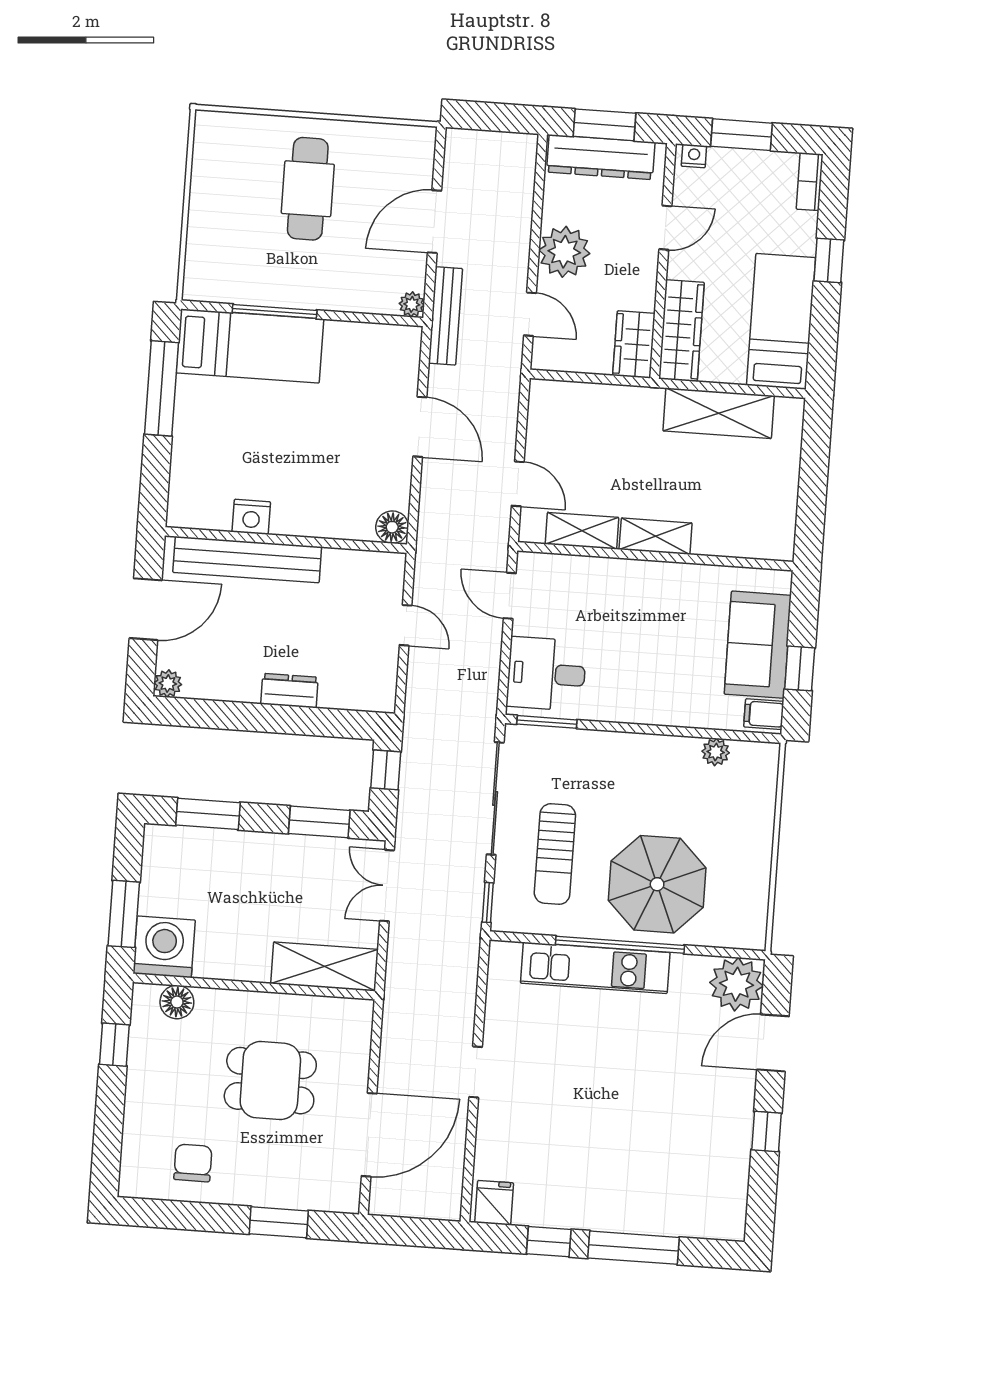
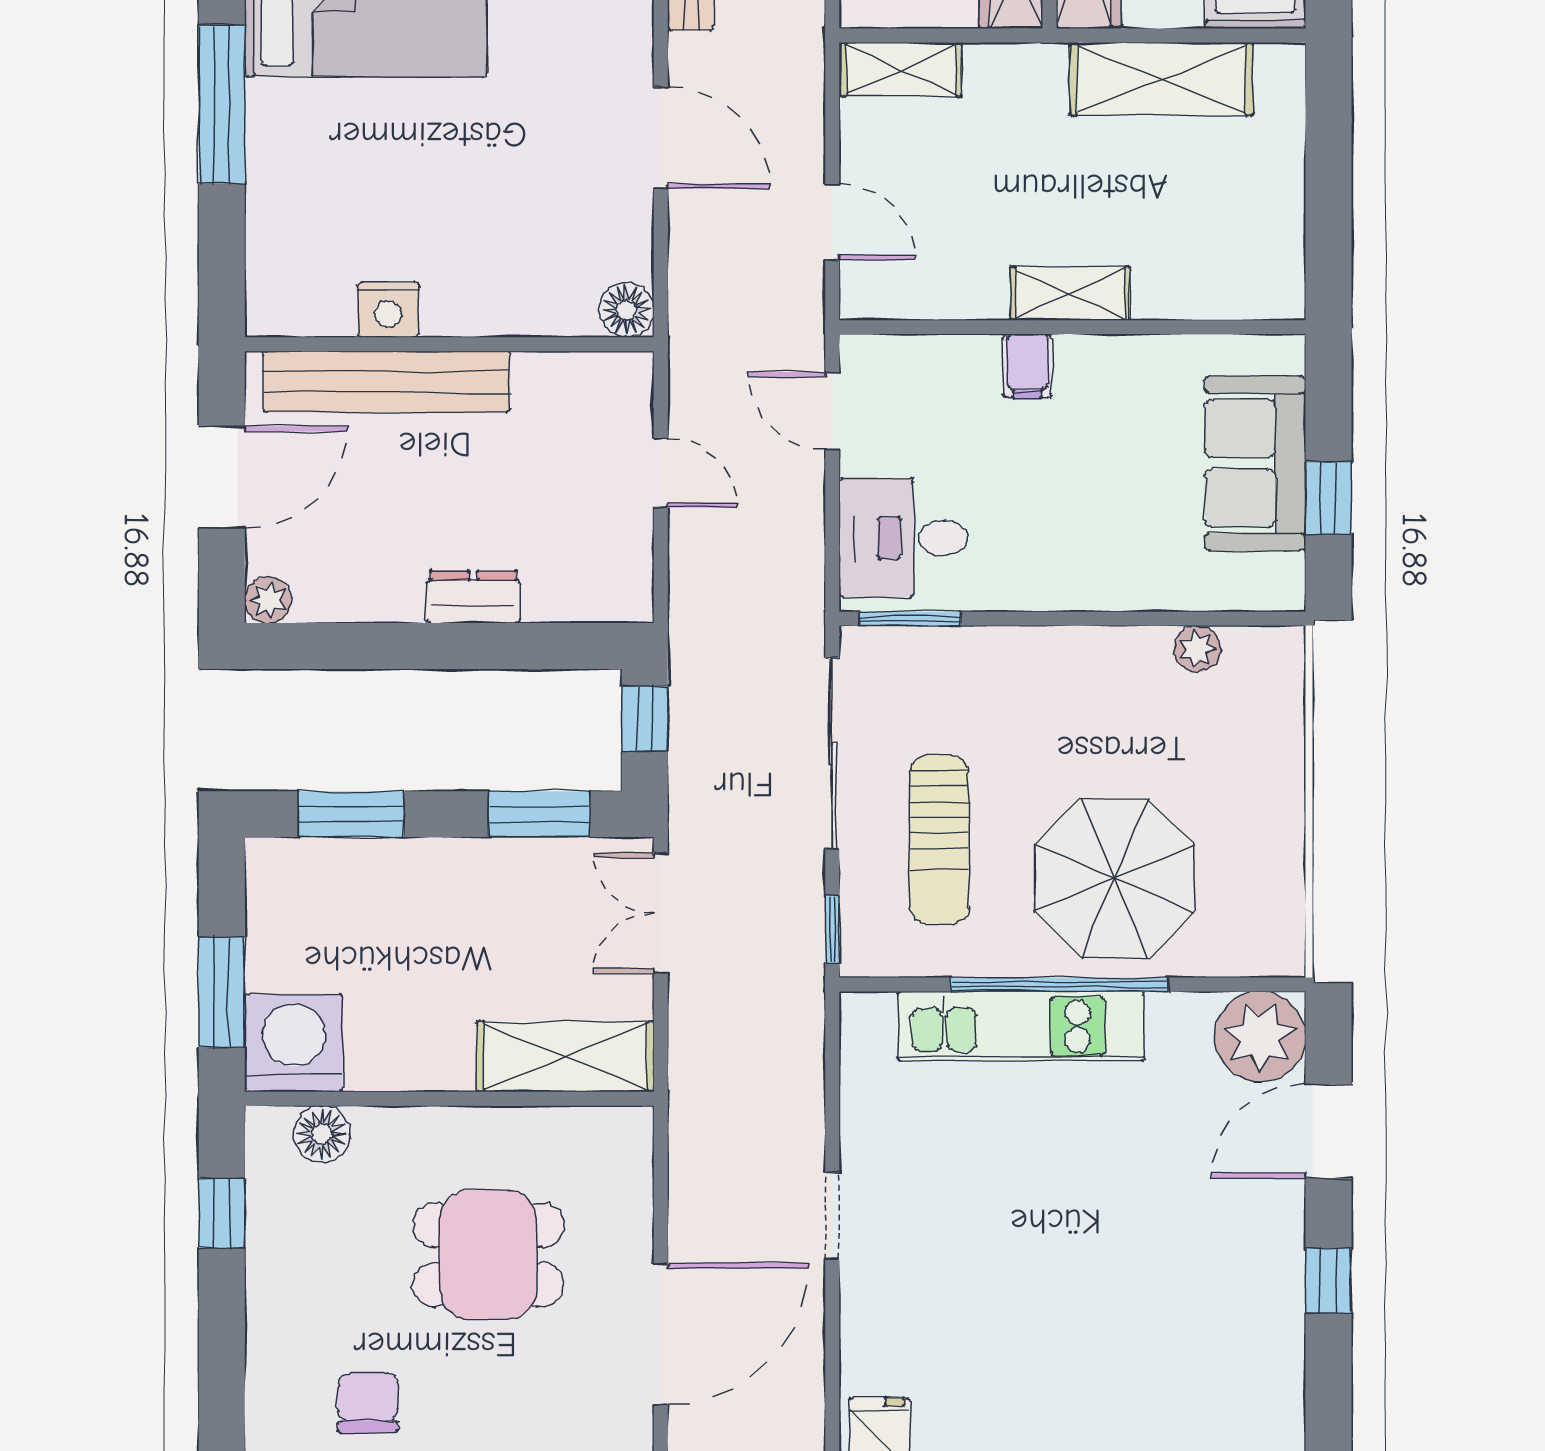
shelving: (582, 531) -> (901, 70), moved
filing cabinet: (764, 714) -> (1027, 366), moved, turned -90

